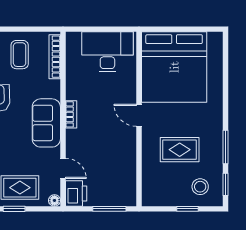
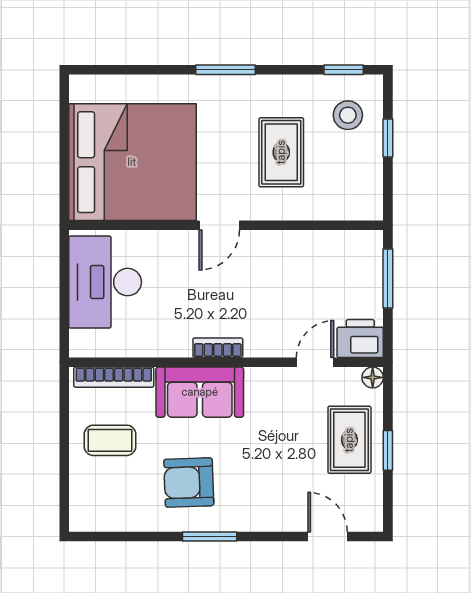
sofa: (46, 123) -> (200, 392), moved
window: (225, 147) -> (225, 70), moved

